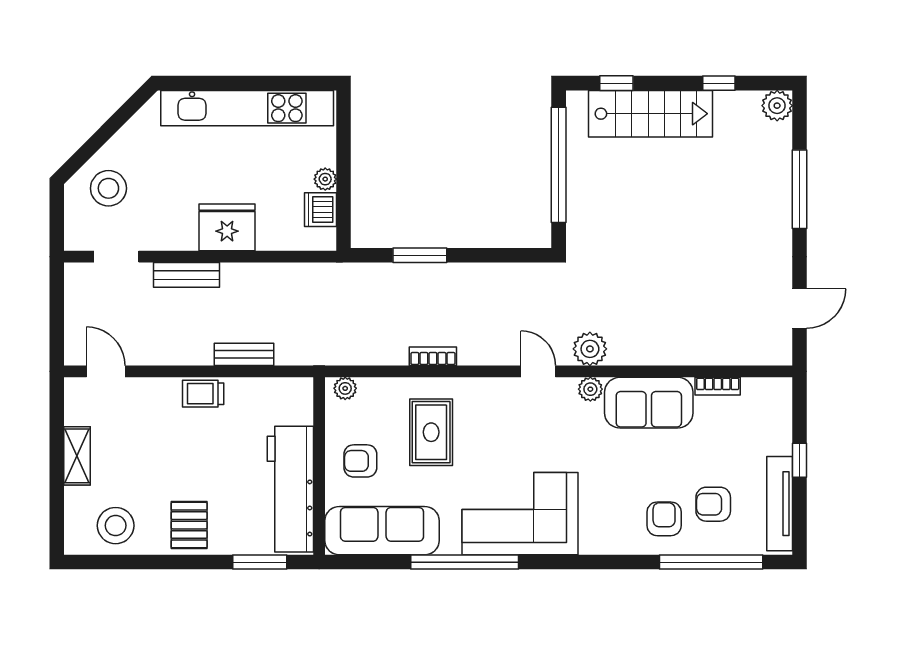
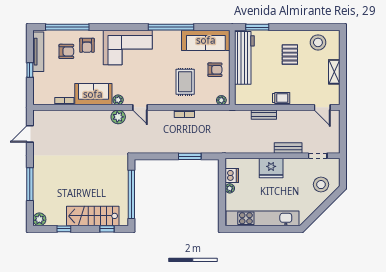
corner sofa: (520, 514) -> (128, 47), moved
pallet: (189, 525) -> (290, 55), moved

